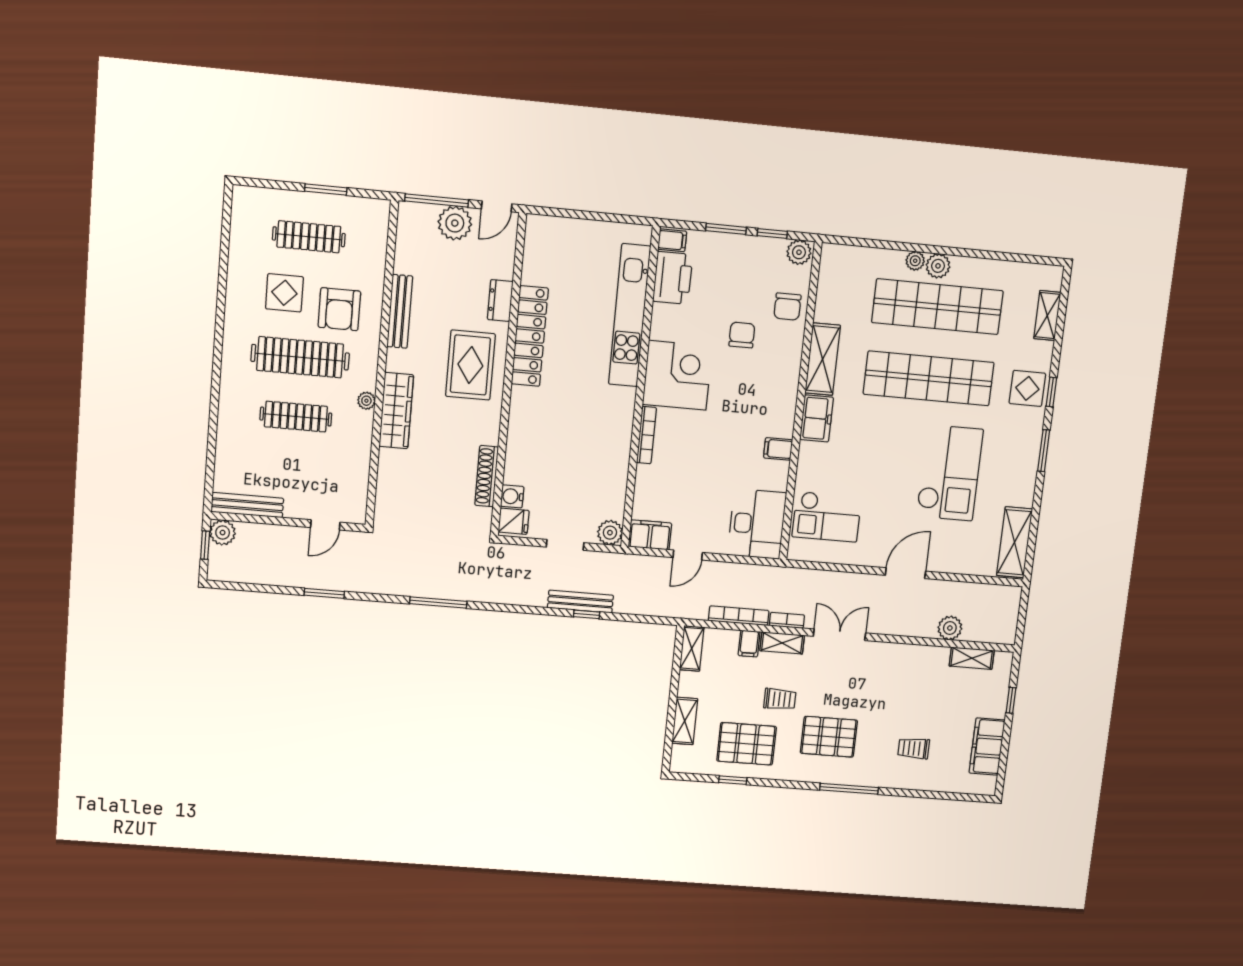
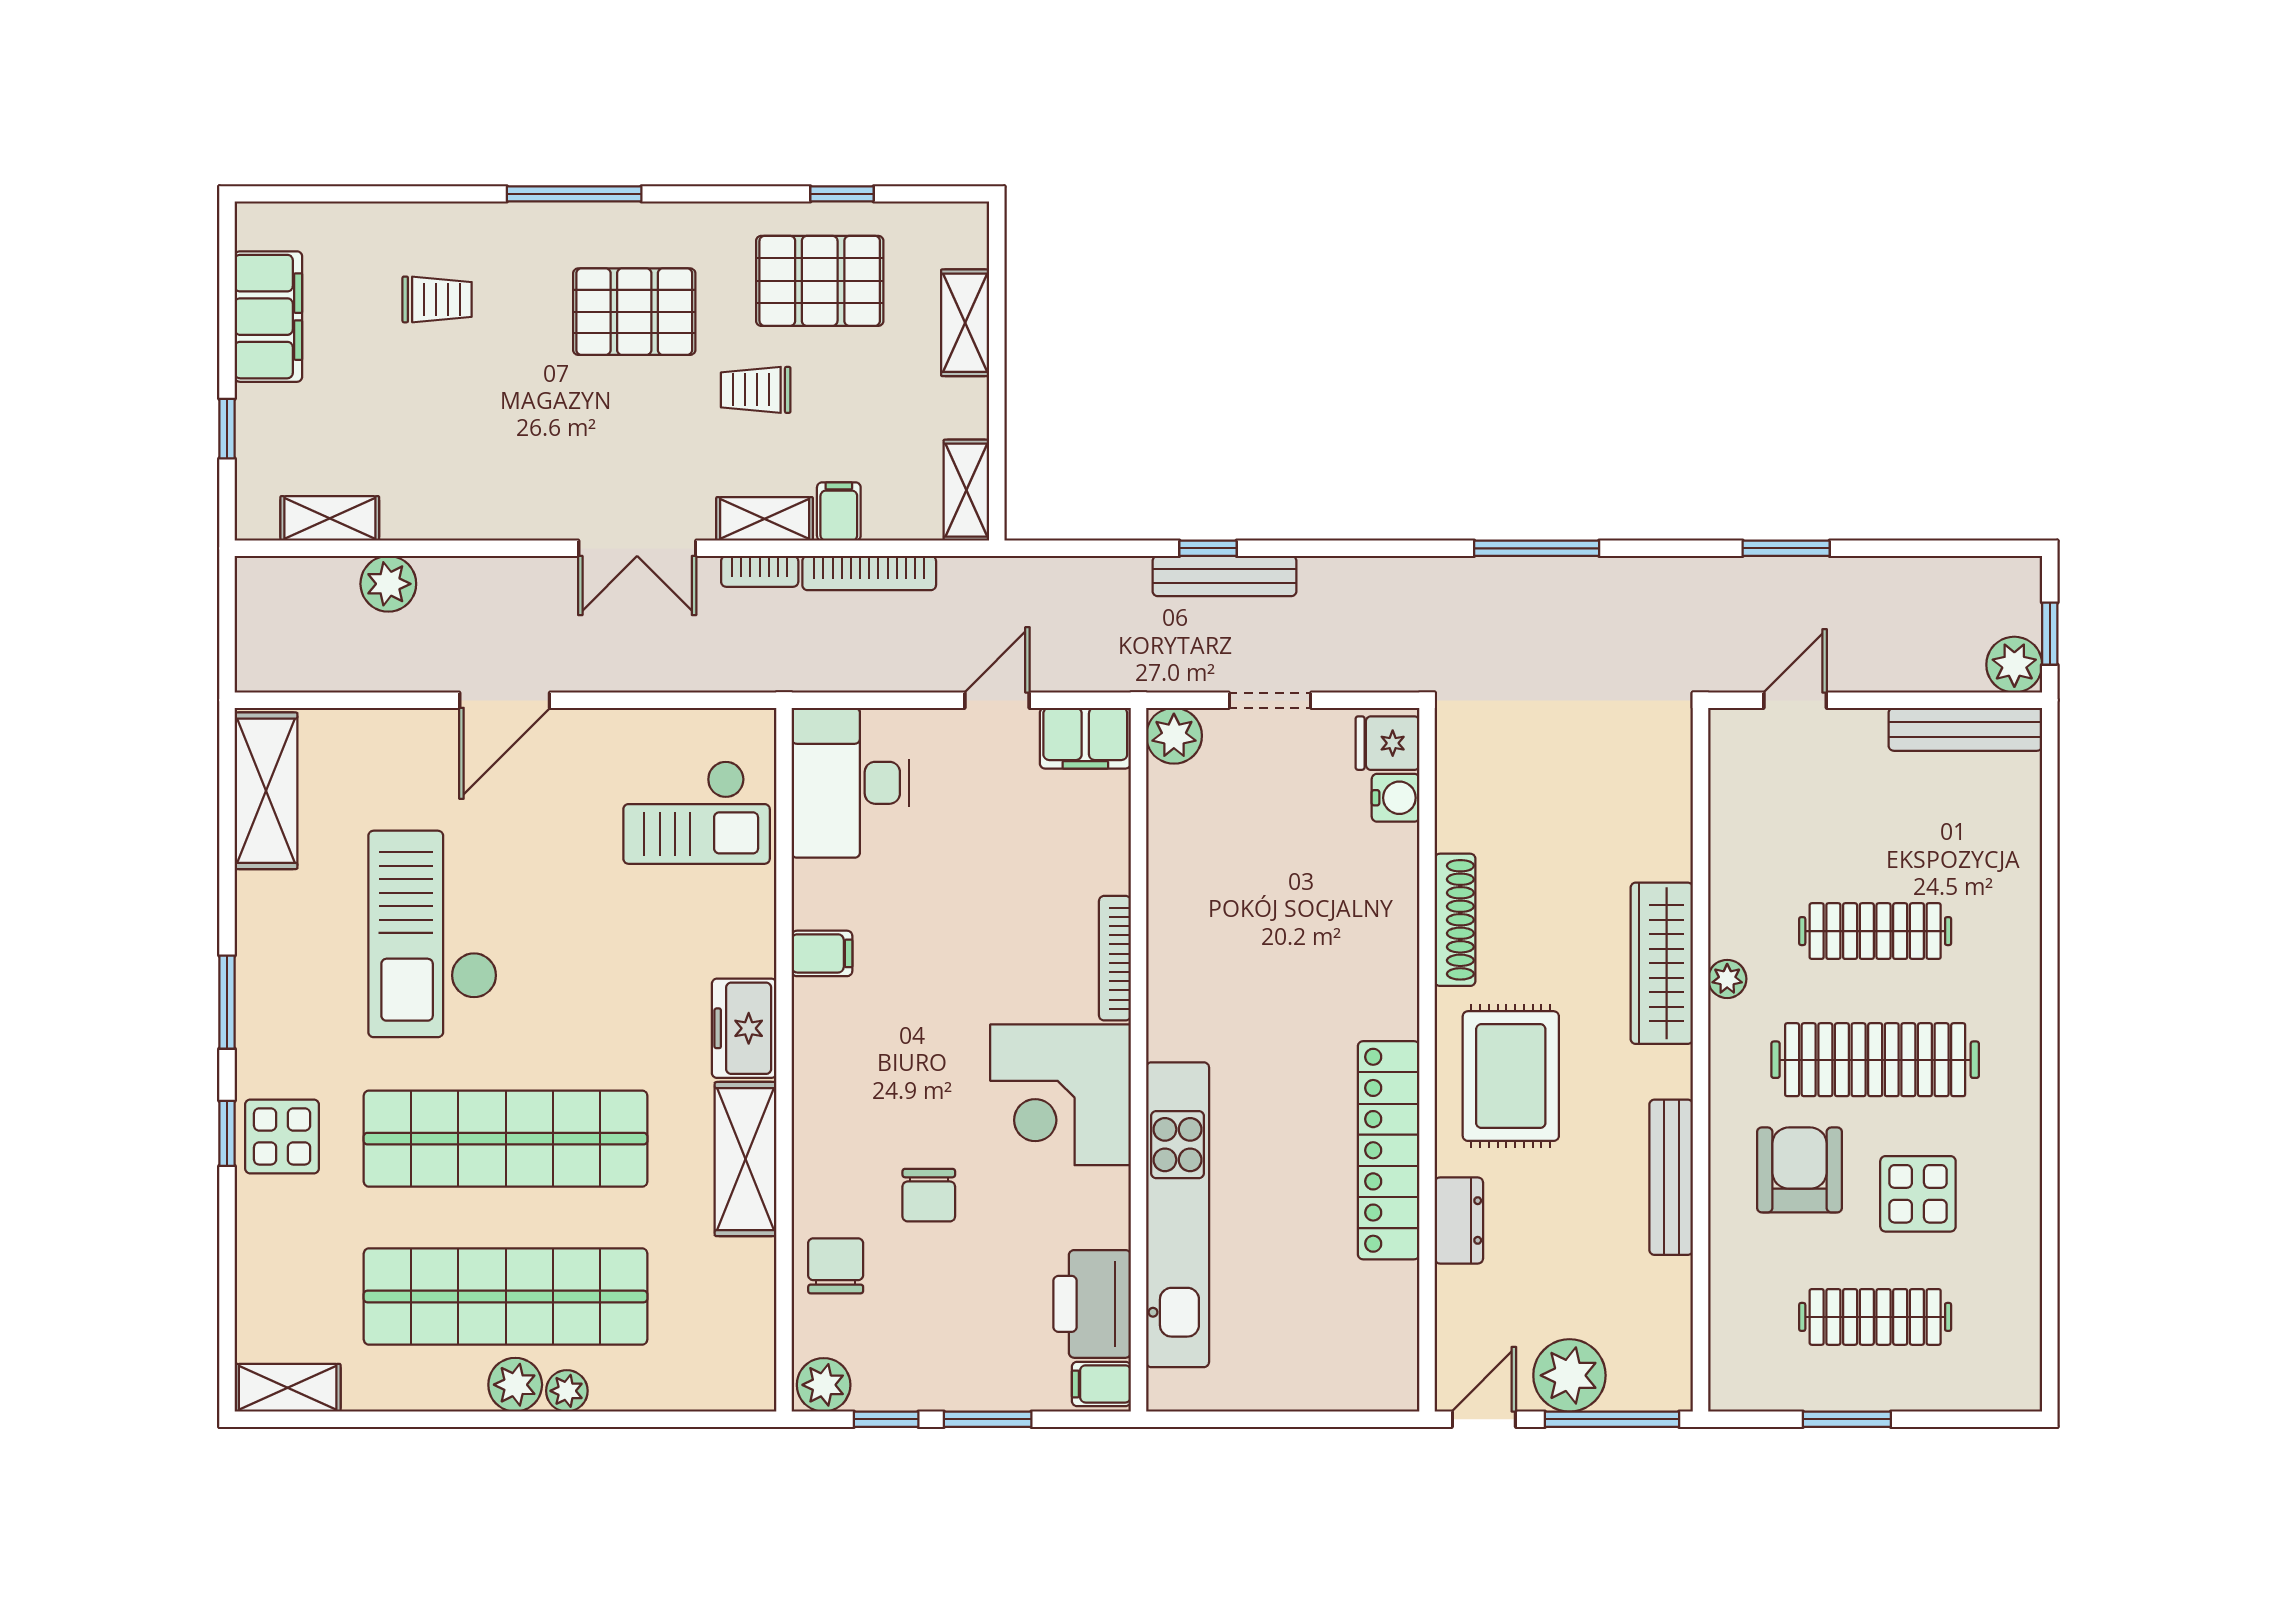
shelving: (1047, 316) -> (288, 1388), moved, turned 90
shoe rack: (487, 476) -> (1455, 920), moved
checkout: (827, 517) -> (697, 812), turned 180

